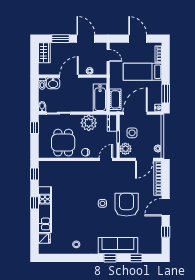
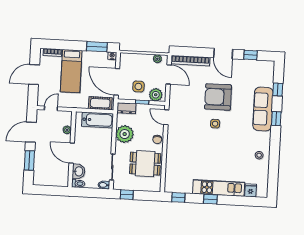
wardrobe: (44, 53) -> (44, 179), removed

